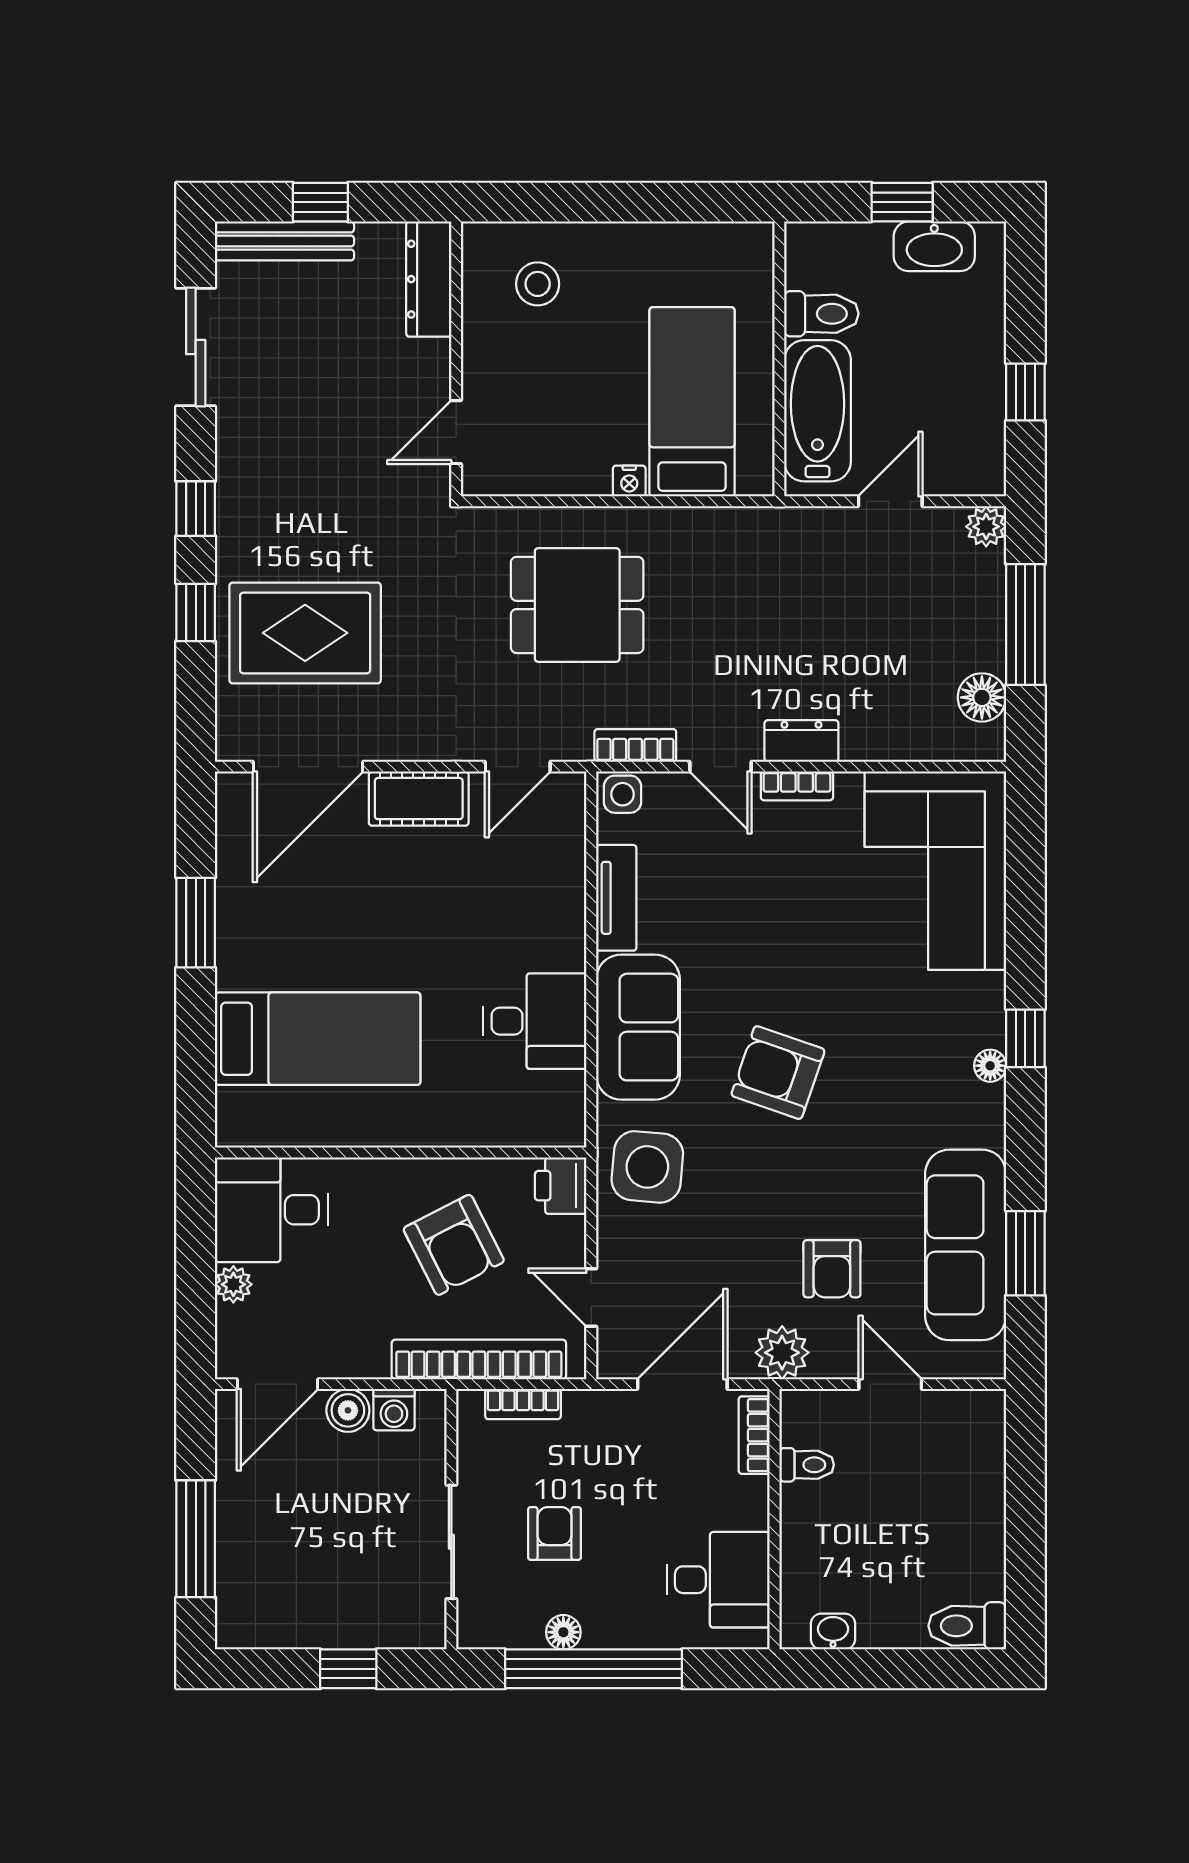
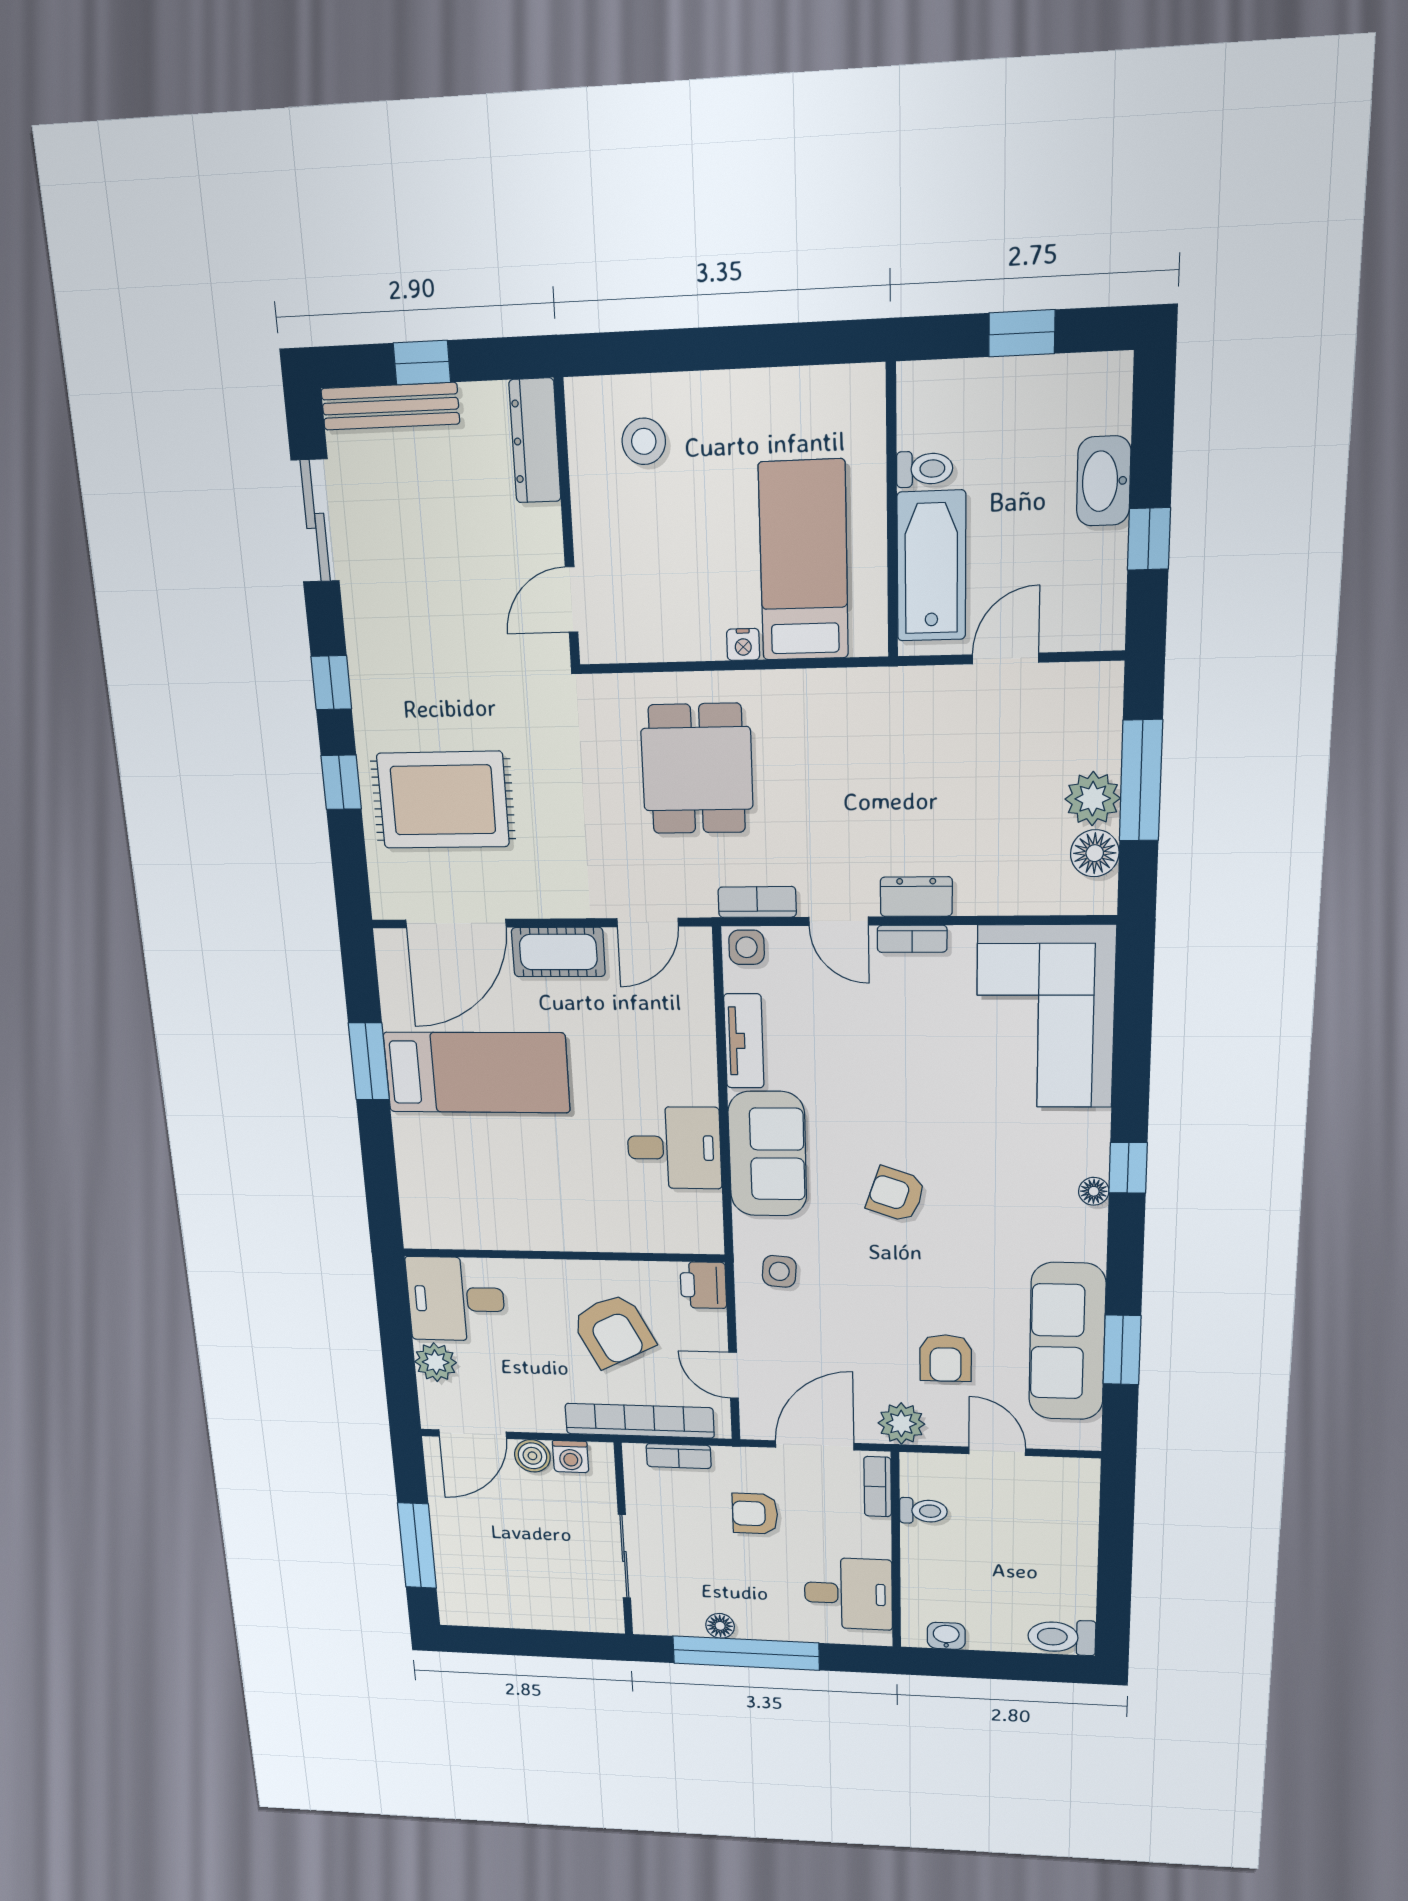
washbasin: (934, 246) -> (1104, 481), moved, turned 90
toilet: (821, 314) -> (925, 469), width x0.73, depth x0.72
plant: (986, 527) -> (1093, 799), moved, width x1.38, depth x1.38
dining table: (577, 605) -> (697, 769), turned 90
bed: (318, 1039) -> (477, 1072), moved
armchair: (778, 1073) -> (896, 1194), width x0.72, depth x0.72
side table: (647, 1167) -> (779, 1271), width x0.54, depth x0.54
plant: (233, 1284) -> (436, 1362), width x1.38, depth x1.38
armchair: (554, 1533) -> (755, 1514), moved, turned -90
window: (348, 1669) -> (547, 1643), removed

